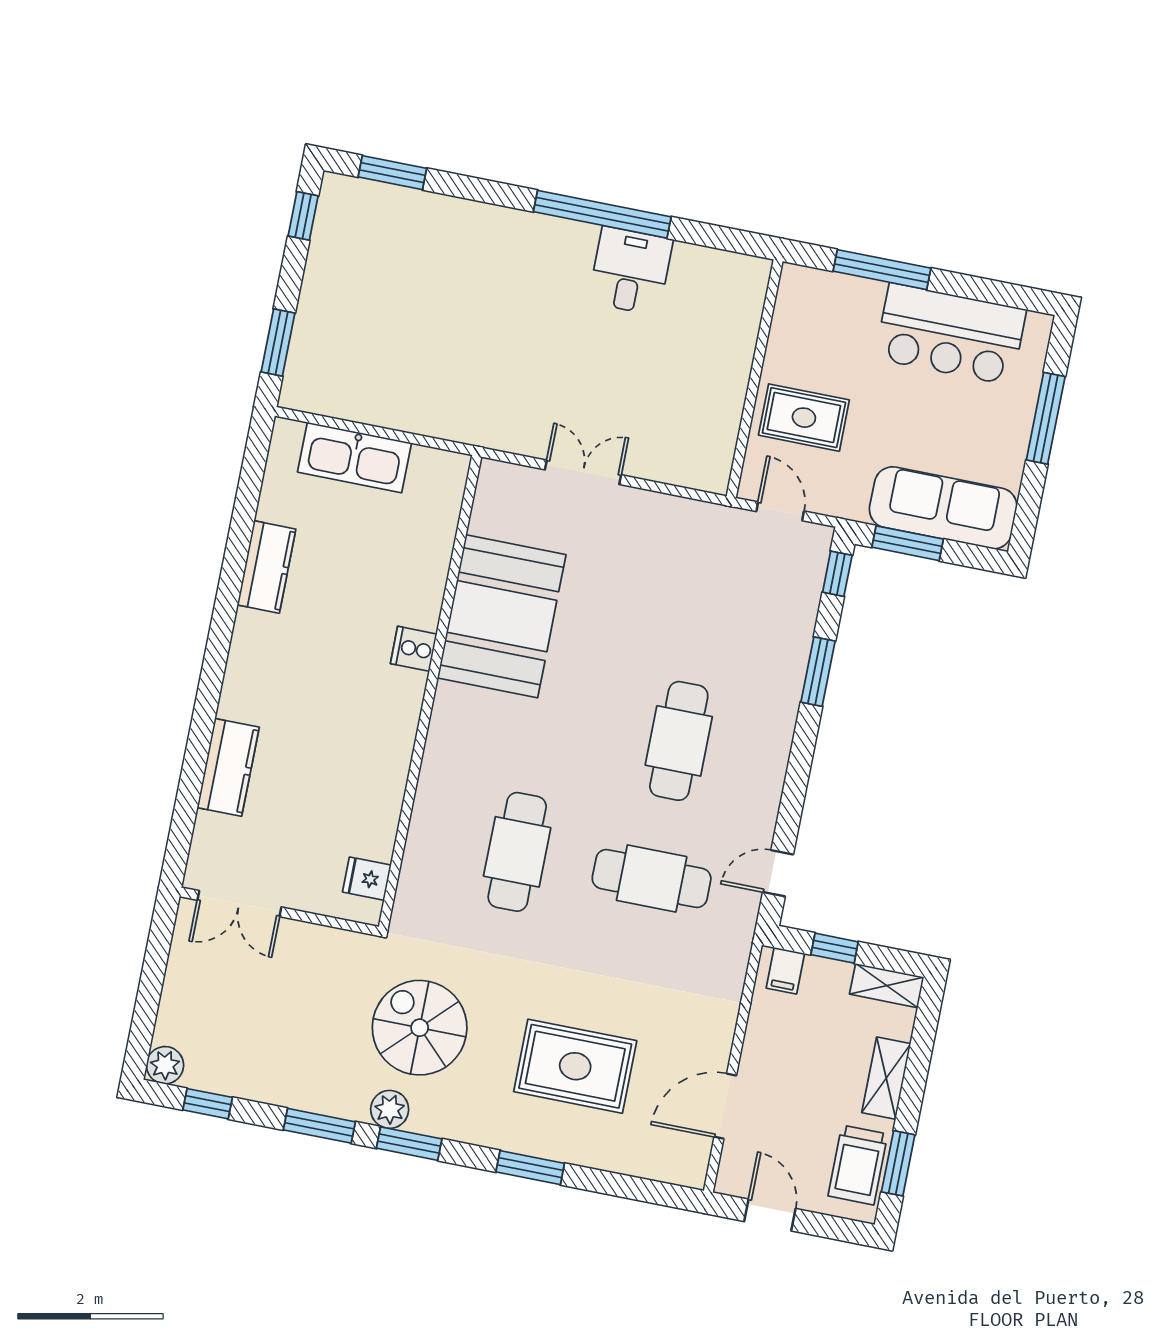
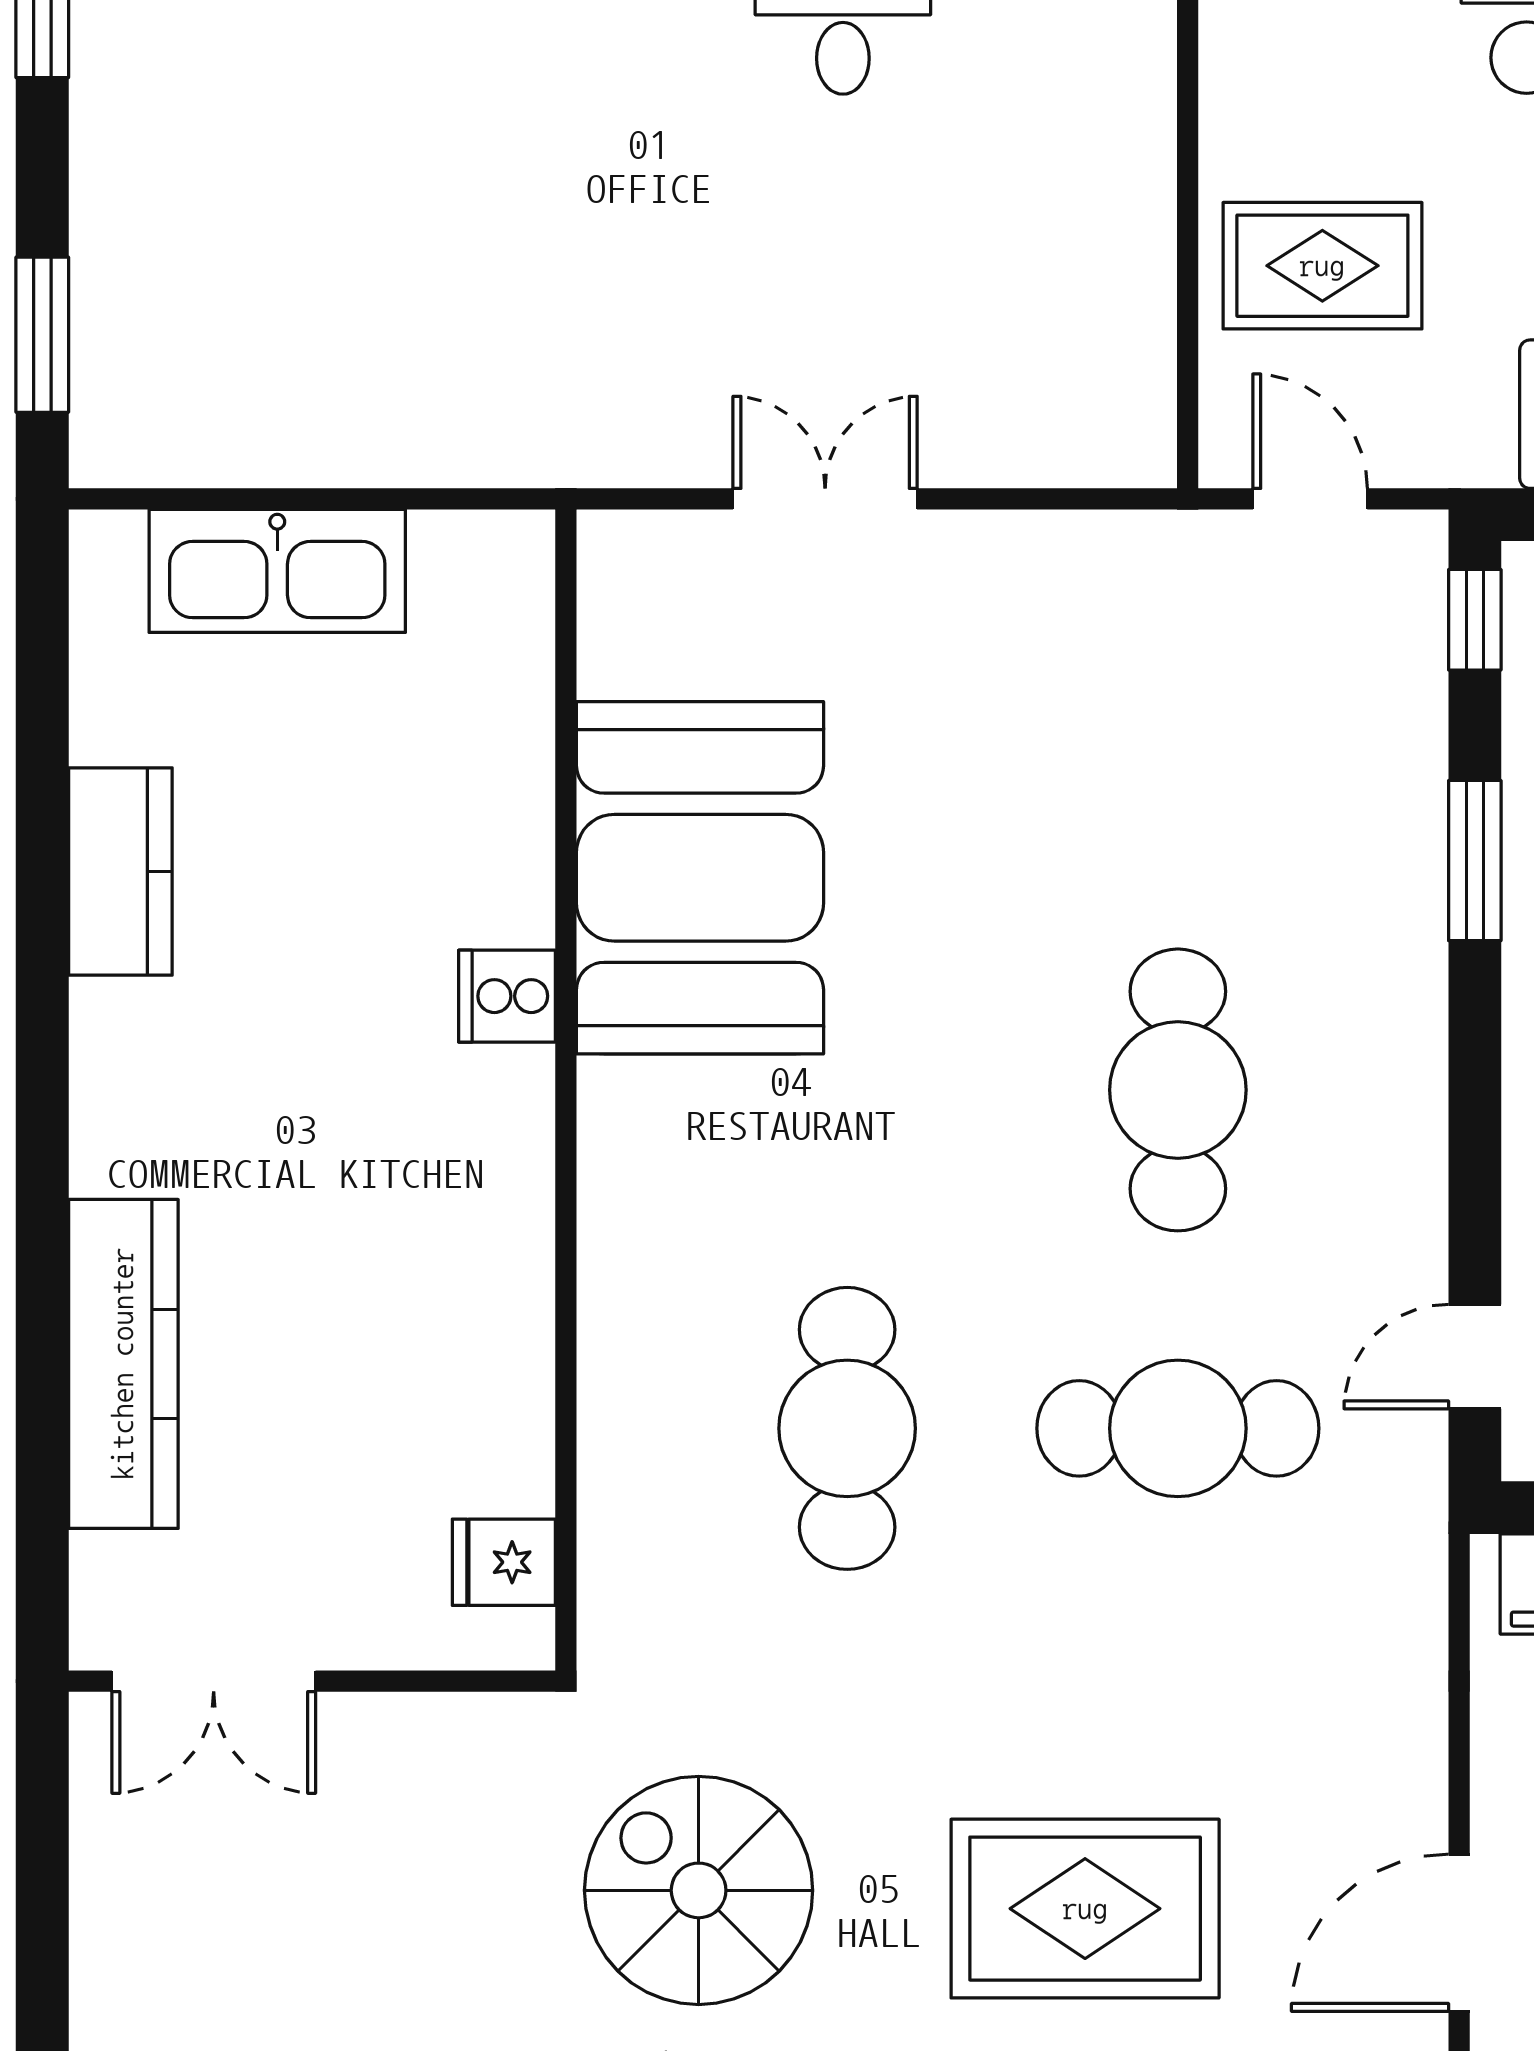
kitchen counter: (228, 767) -> (123, 1364), width x1.50

